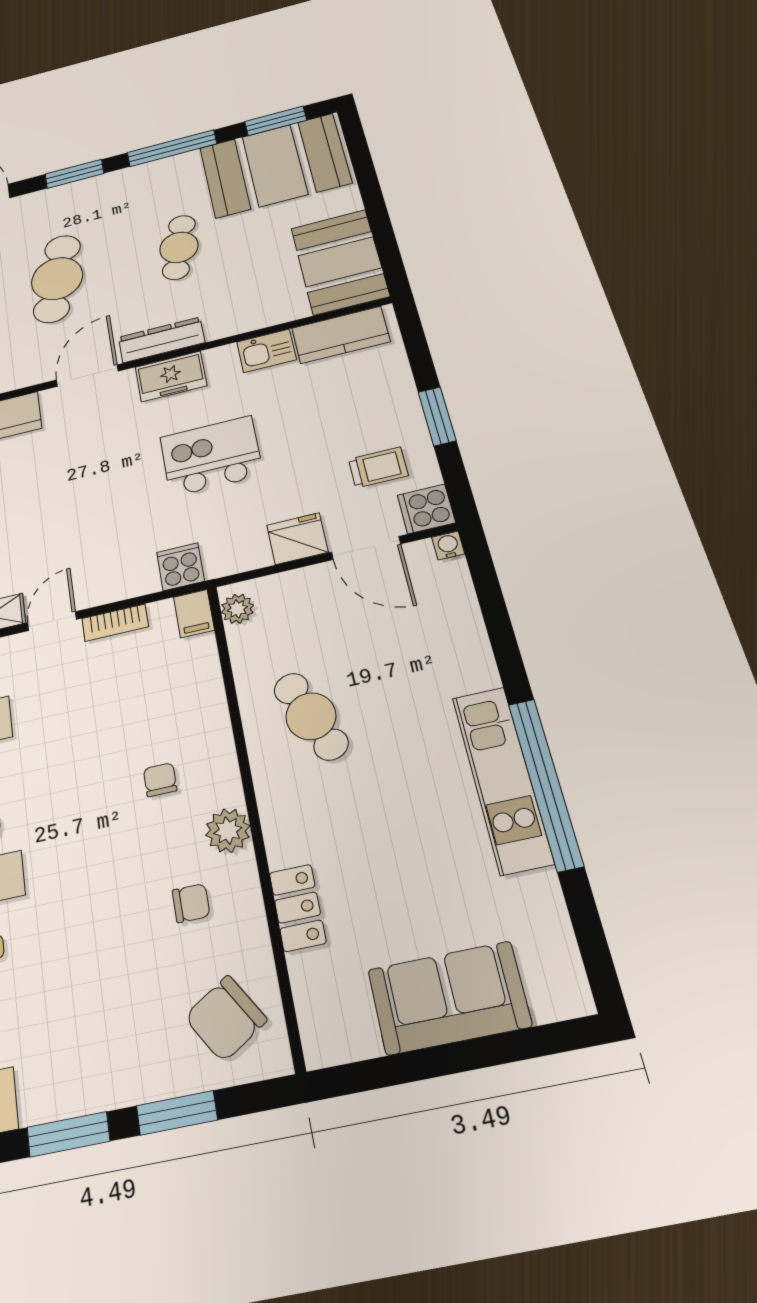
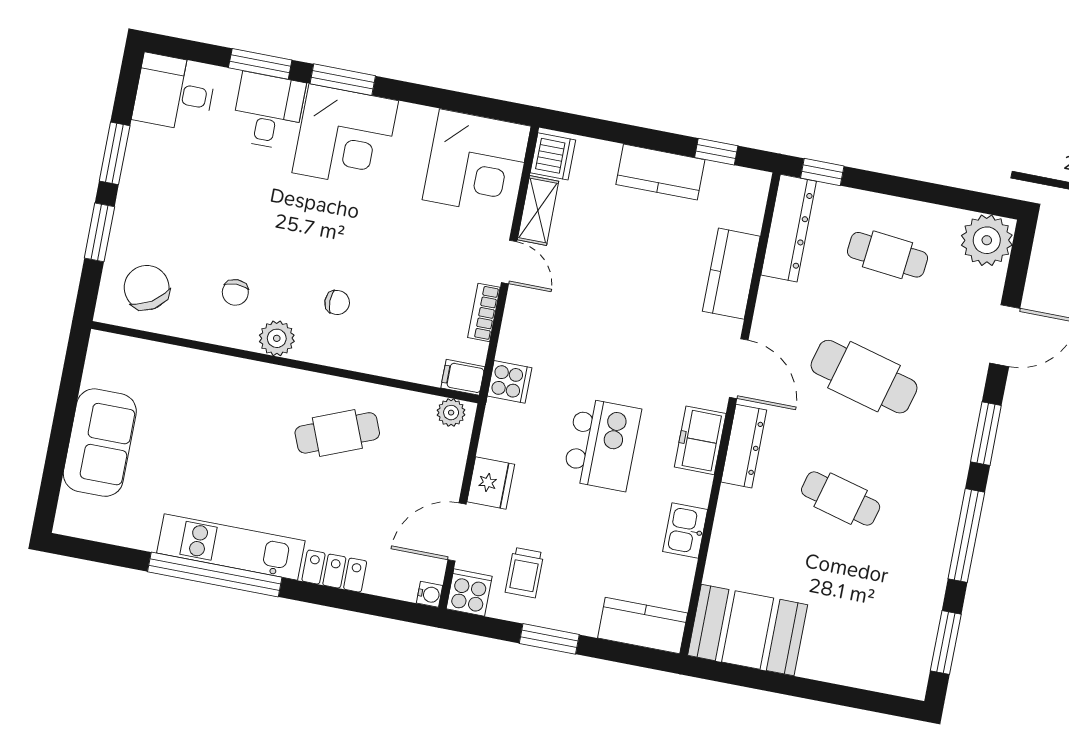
booth: (275, 165) -> (891, 620), removed
kitchen counter: (341, 335) -> (643, 625), moved, turned 90
locker: (298, 908) -> (334, 571), moved, turned 180

